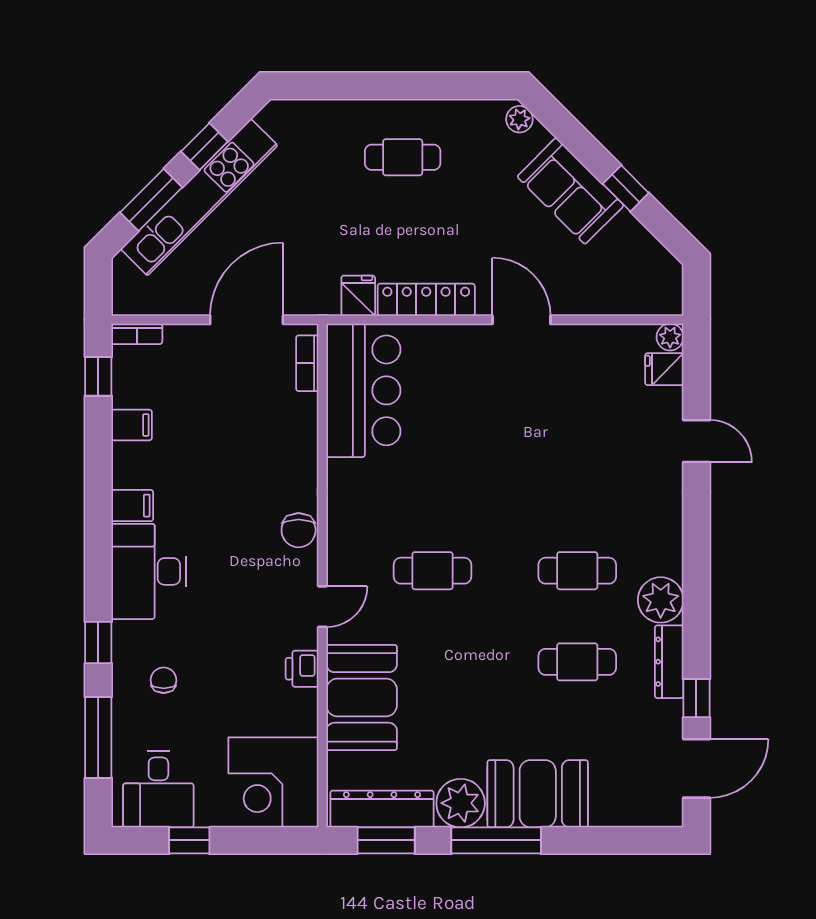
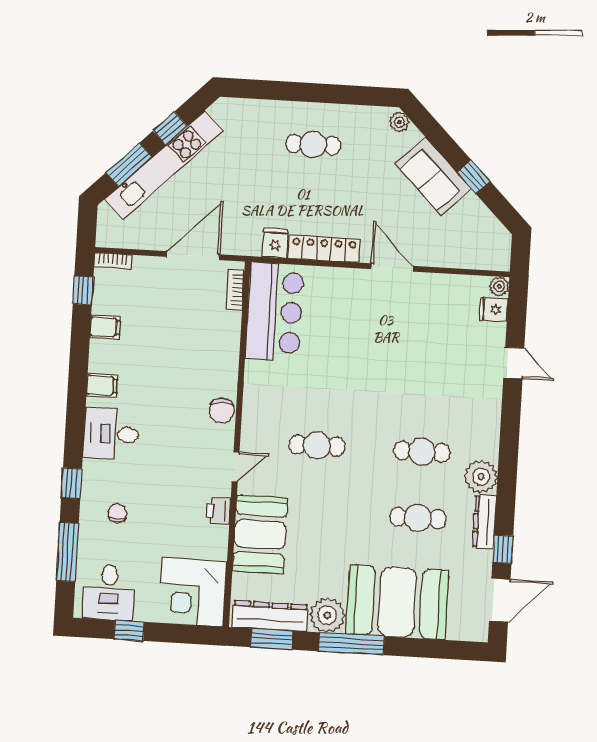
desk: (149, 571) -> (111, 434), width x0.73
booth: (538, 794) -> (397, 602), width x1.36, depth x1.42

